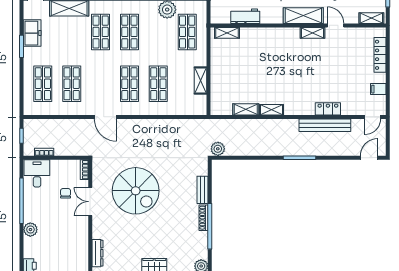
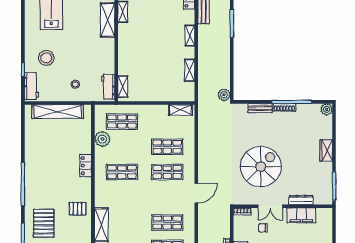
workbench: (245, 16) -> (108, 87), moved
shop shelf: (101, 32) -> (122, 197), removed
shelving: (200, 81) -> (180, 110), moved
shelving: (272, 110) -> (190, 36), moved
filing cabinet: (80, 237) -> (301, 215), added
dresser: (98, 253) -> (301, 200), moved

